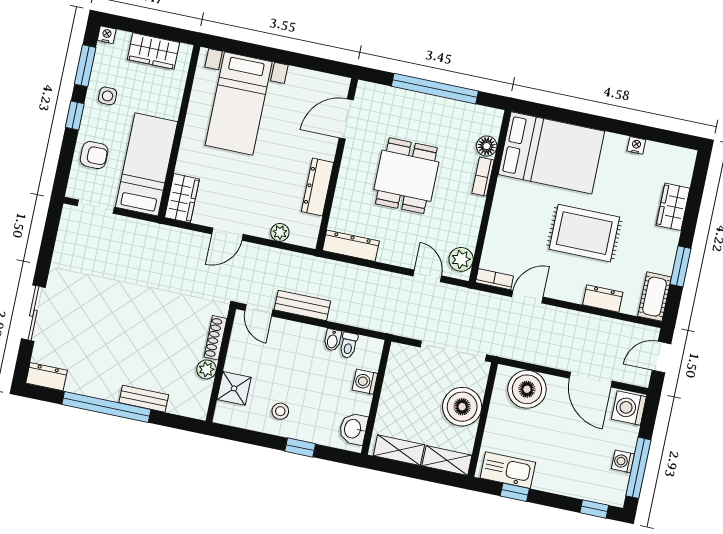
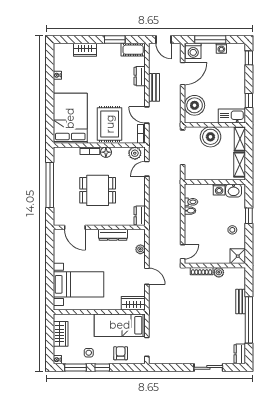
floor lamp: (487, 146) -> (106, 152), moved
rug: (584, 233) -> (110, 124), moved
dresser: (351, 246) -> (140, 216), width x0.70
bench: (302, 305) -> (154, 87), moved
washing machine: (365, 382) -> (219, 190), moved
shower: (234, 388) -> (238, 256), moved
window: (638, 468) -> (210, 40), moved
kitchen sink: (508, 470) -> (232, 116), moved, turned 90

